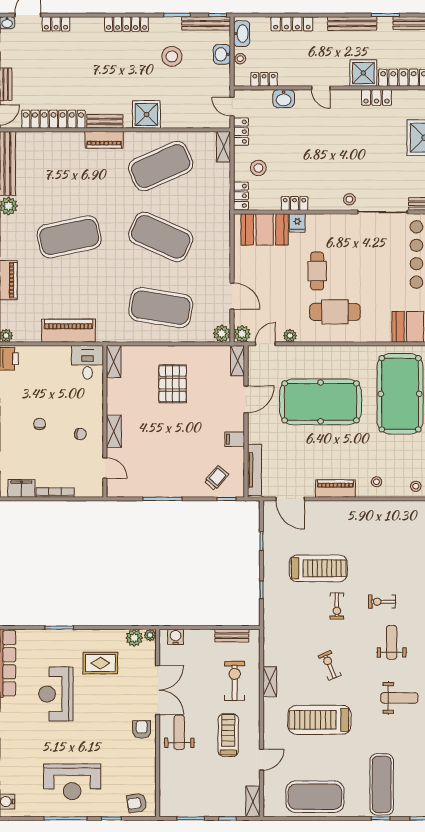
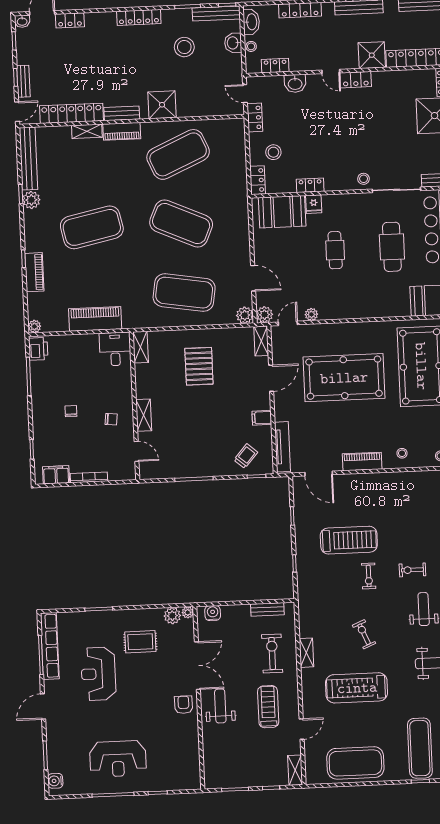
locker: (376, 97) -> (356, 80), moved
shelving: (224, 147) -> (87, 131), moved, turned 90
cafe table: (335, 312) -> (392, 247), moved, turned 90
armchair: (137, 803) -> (182, 777), removed

